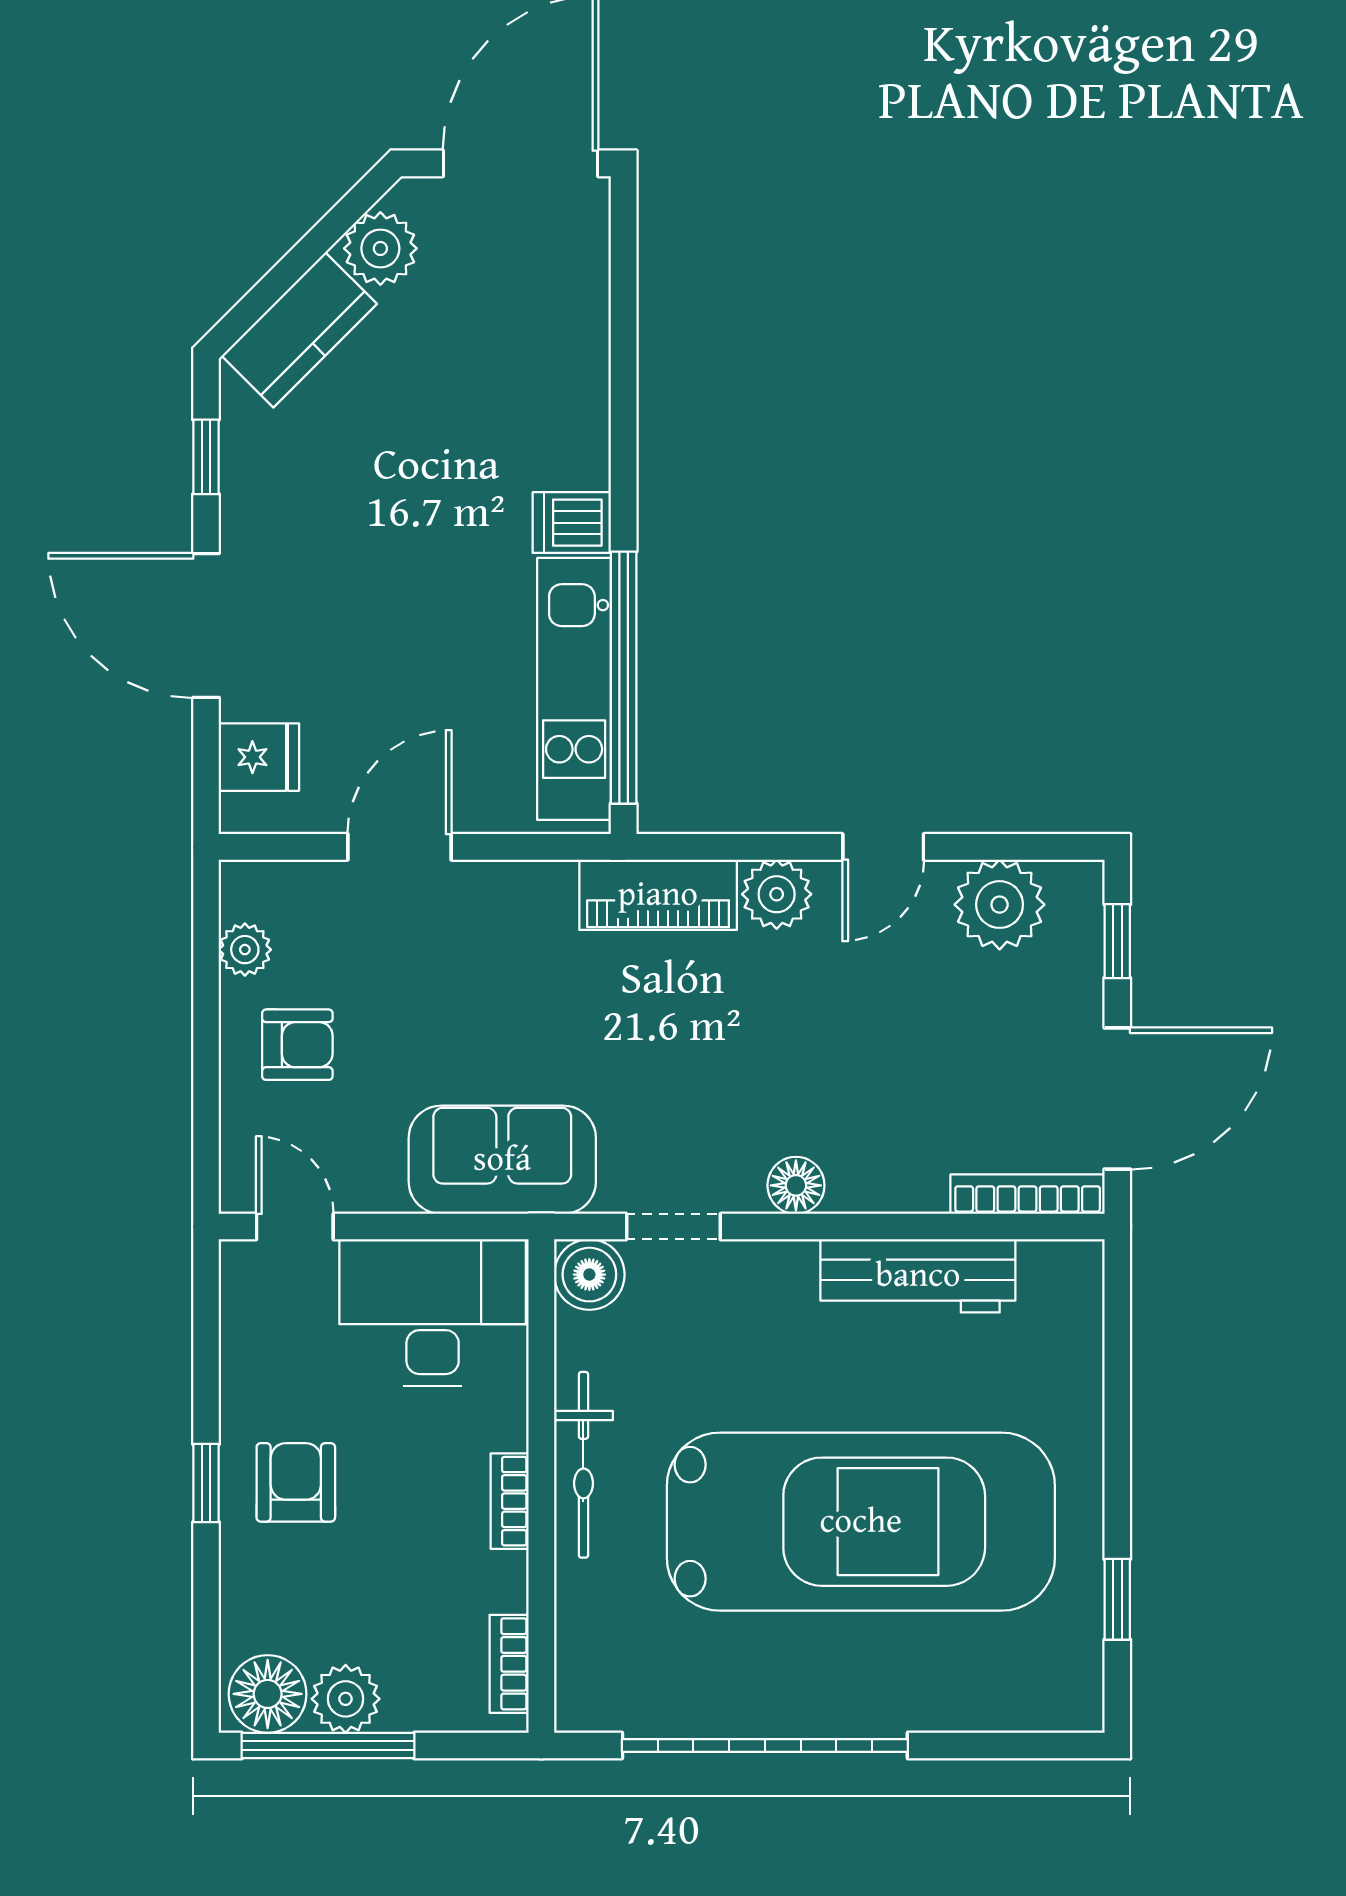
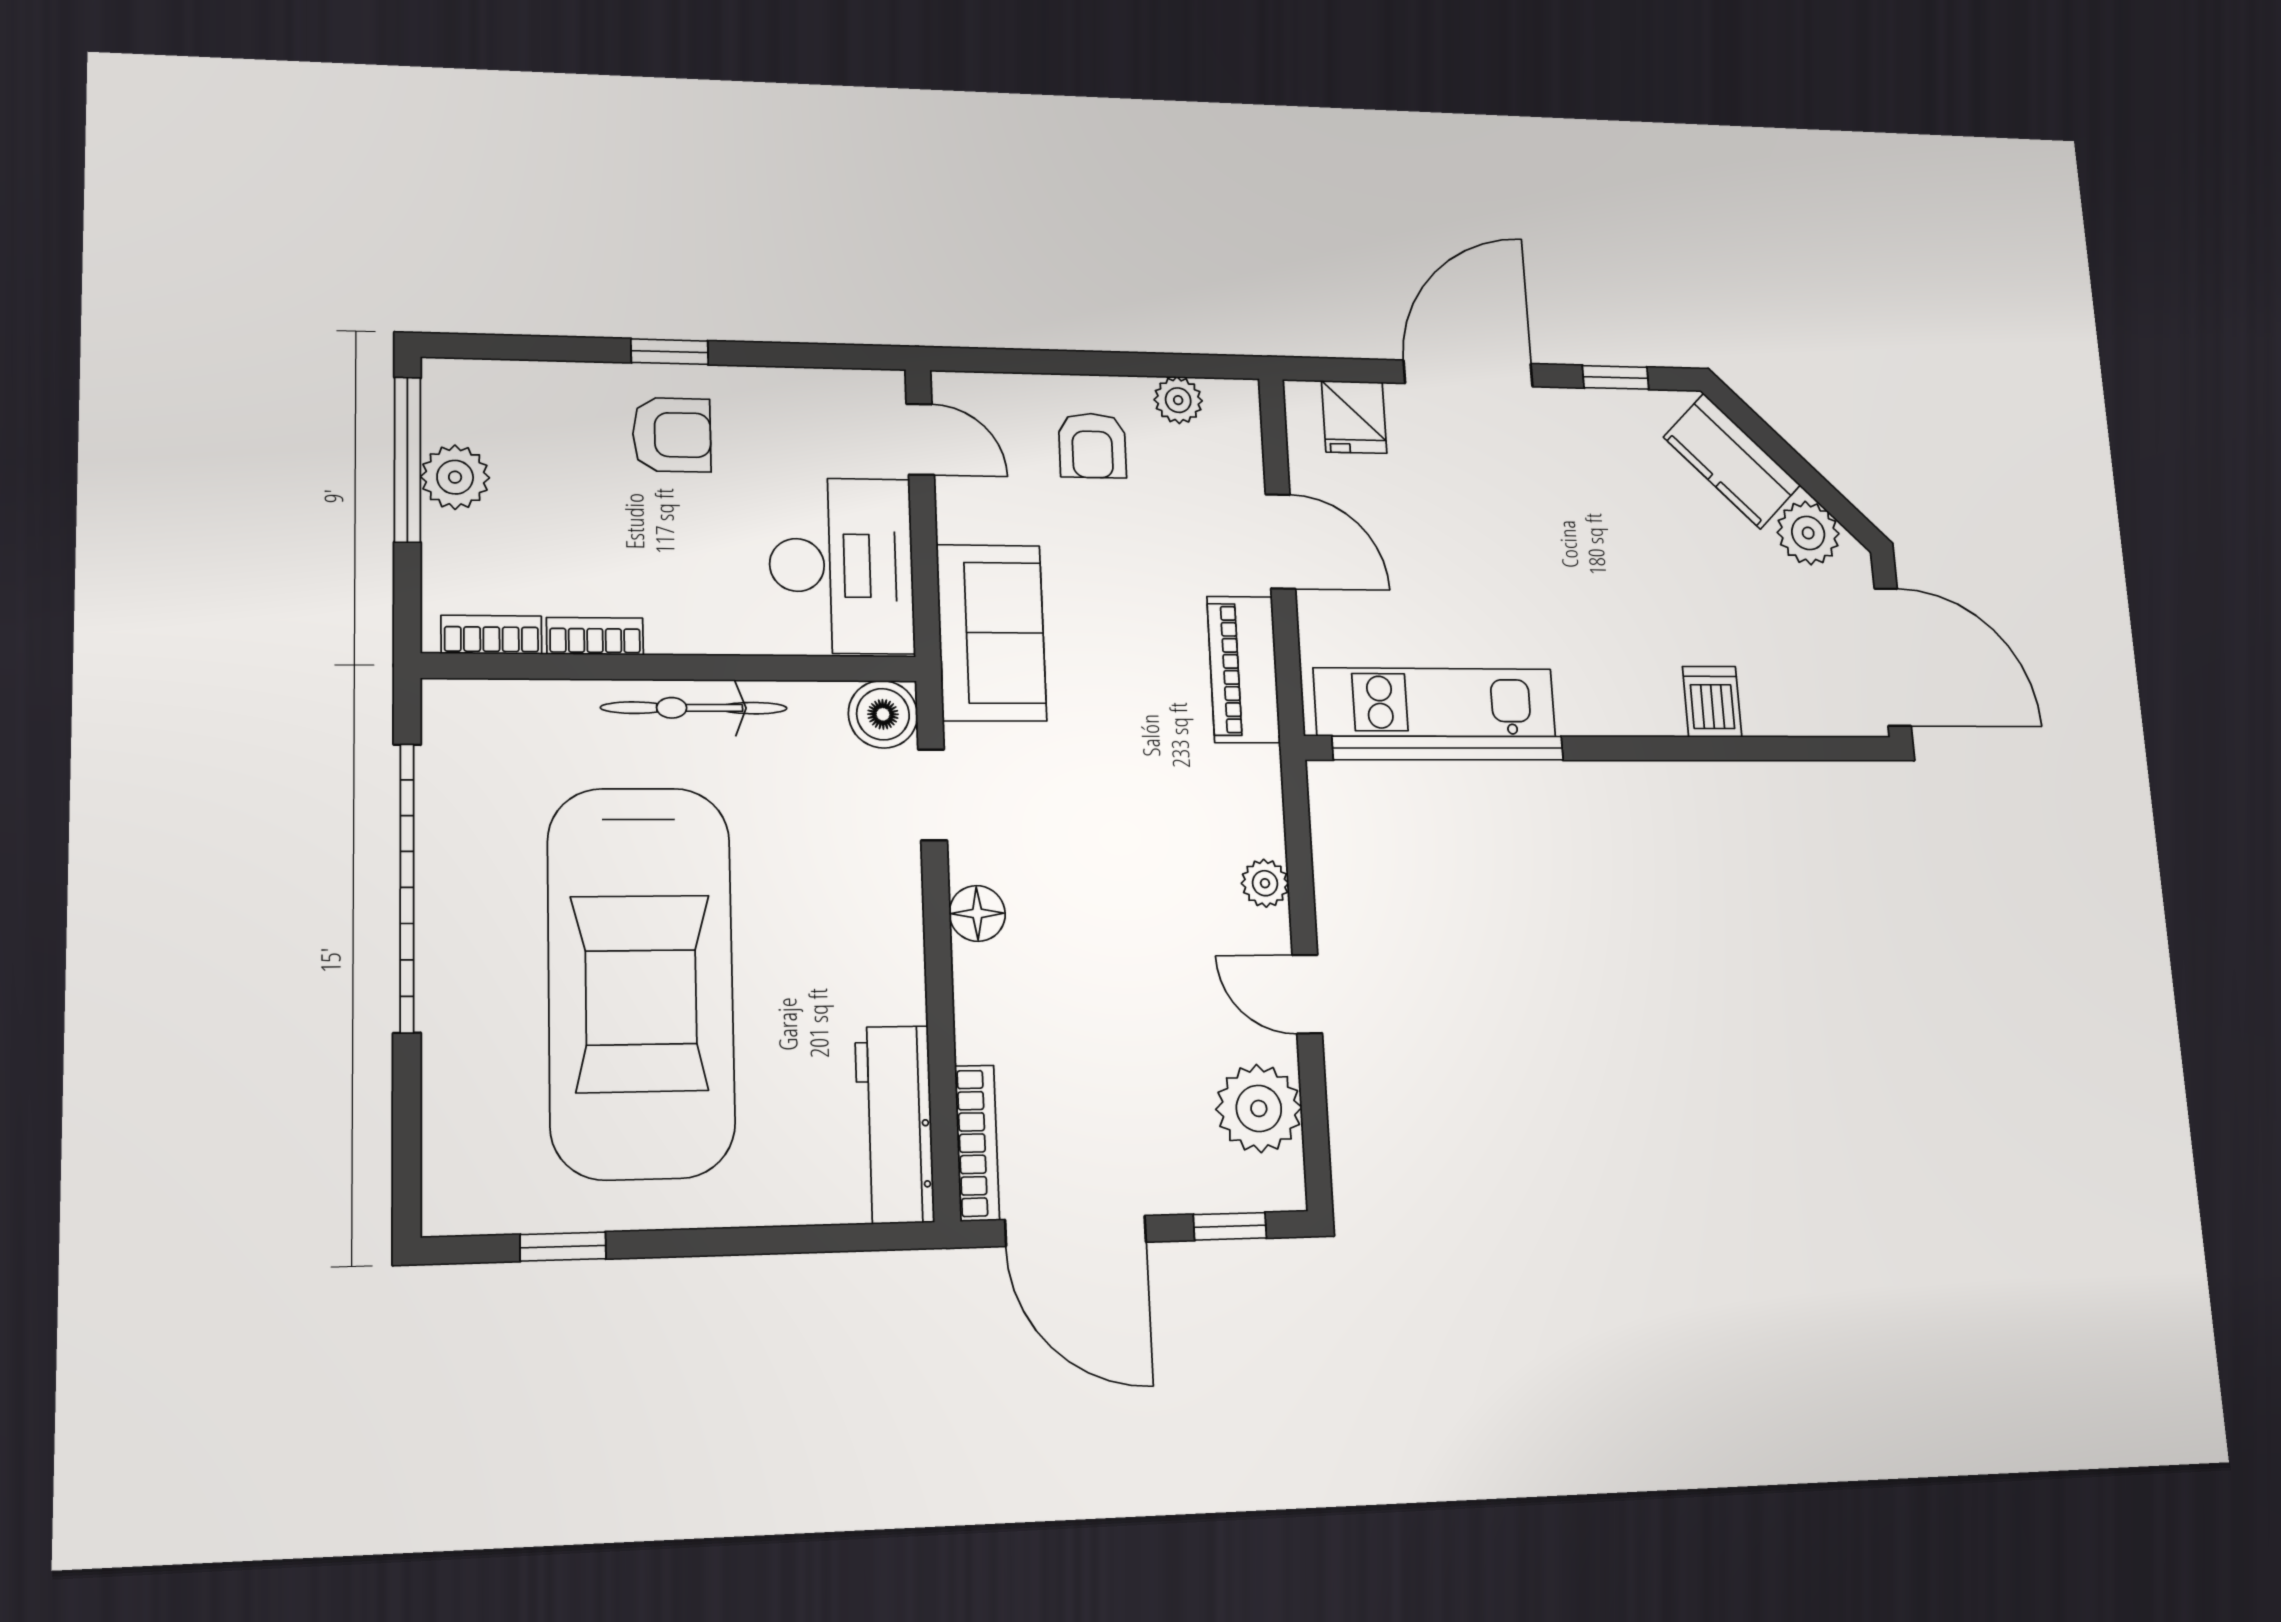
dishwasher: (572, 523) -> (1712, 702), moved
plant: (777, 894) -> (1265, 883), width x0.73, depth x0.73
piano: (658, 895) -> (1244, 669), moved
door: (295, 1227) -> (920, 439), hinge flipped
workbench: (918, 1276) -> (895, 1124), moved
bookcase: (510, 1501) -> (595, 636), moved
floor lamp: (268, 1694) -> (460, 404), removed

